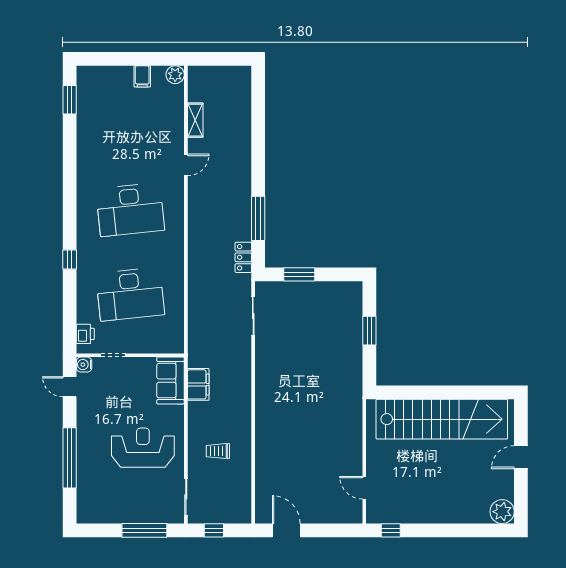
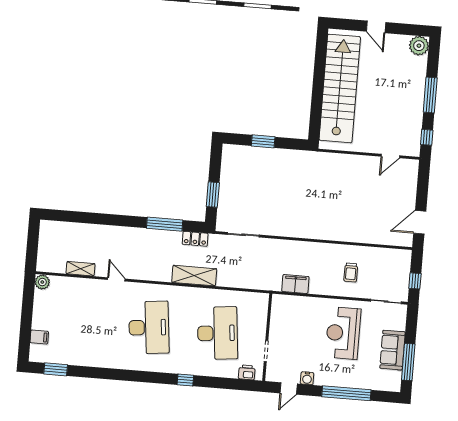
filing cabinet: (142, 76) -> (39, 337), moved
shelving: (198, 260) -> (194, 276), added
water cooler: (84, 365) -> (307, 378), moved
sofa: (170, 381) -> (393, 350), moved, turned 90
window: (144, 530) -> (408, 362), moved
window: (443, 530) -> (430, 95), added

